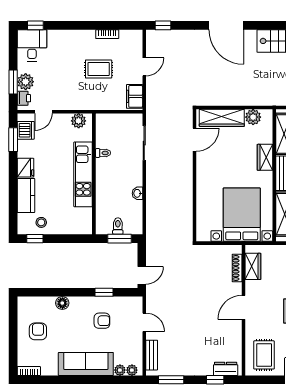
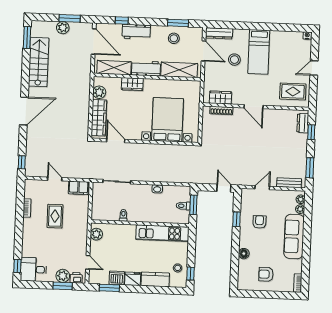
dishwasher: (26, 130) -> (117, 278), moved
kitchen unit: (83, 174) -> (162, 233), moved
bed with nightstands: (242, 215) -> (168, 120), moved, turned 90

